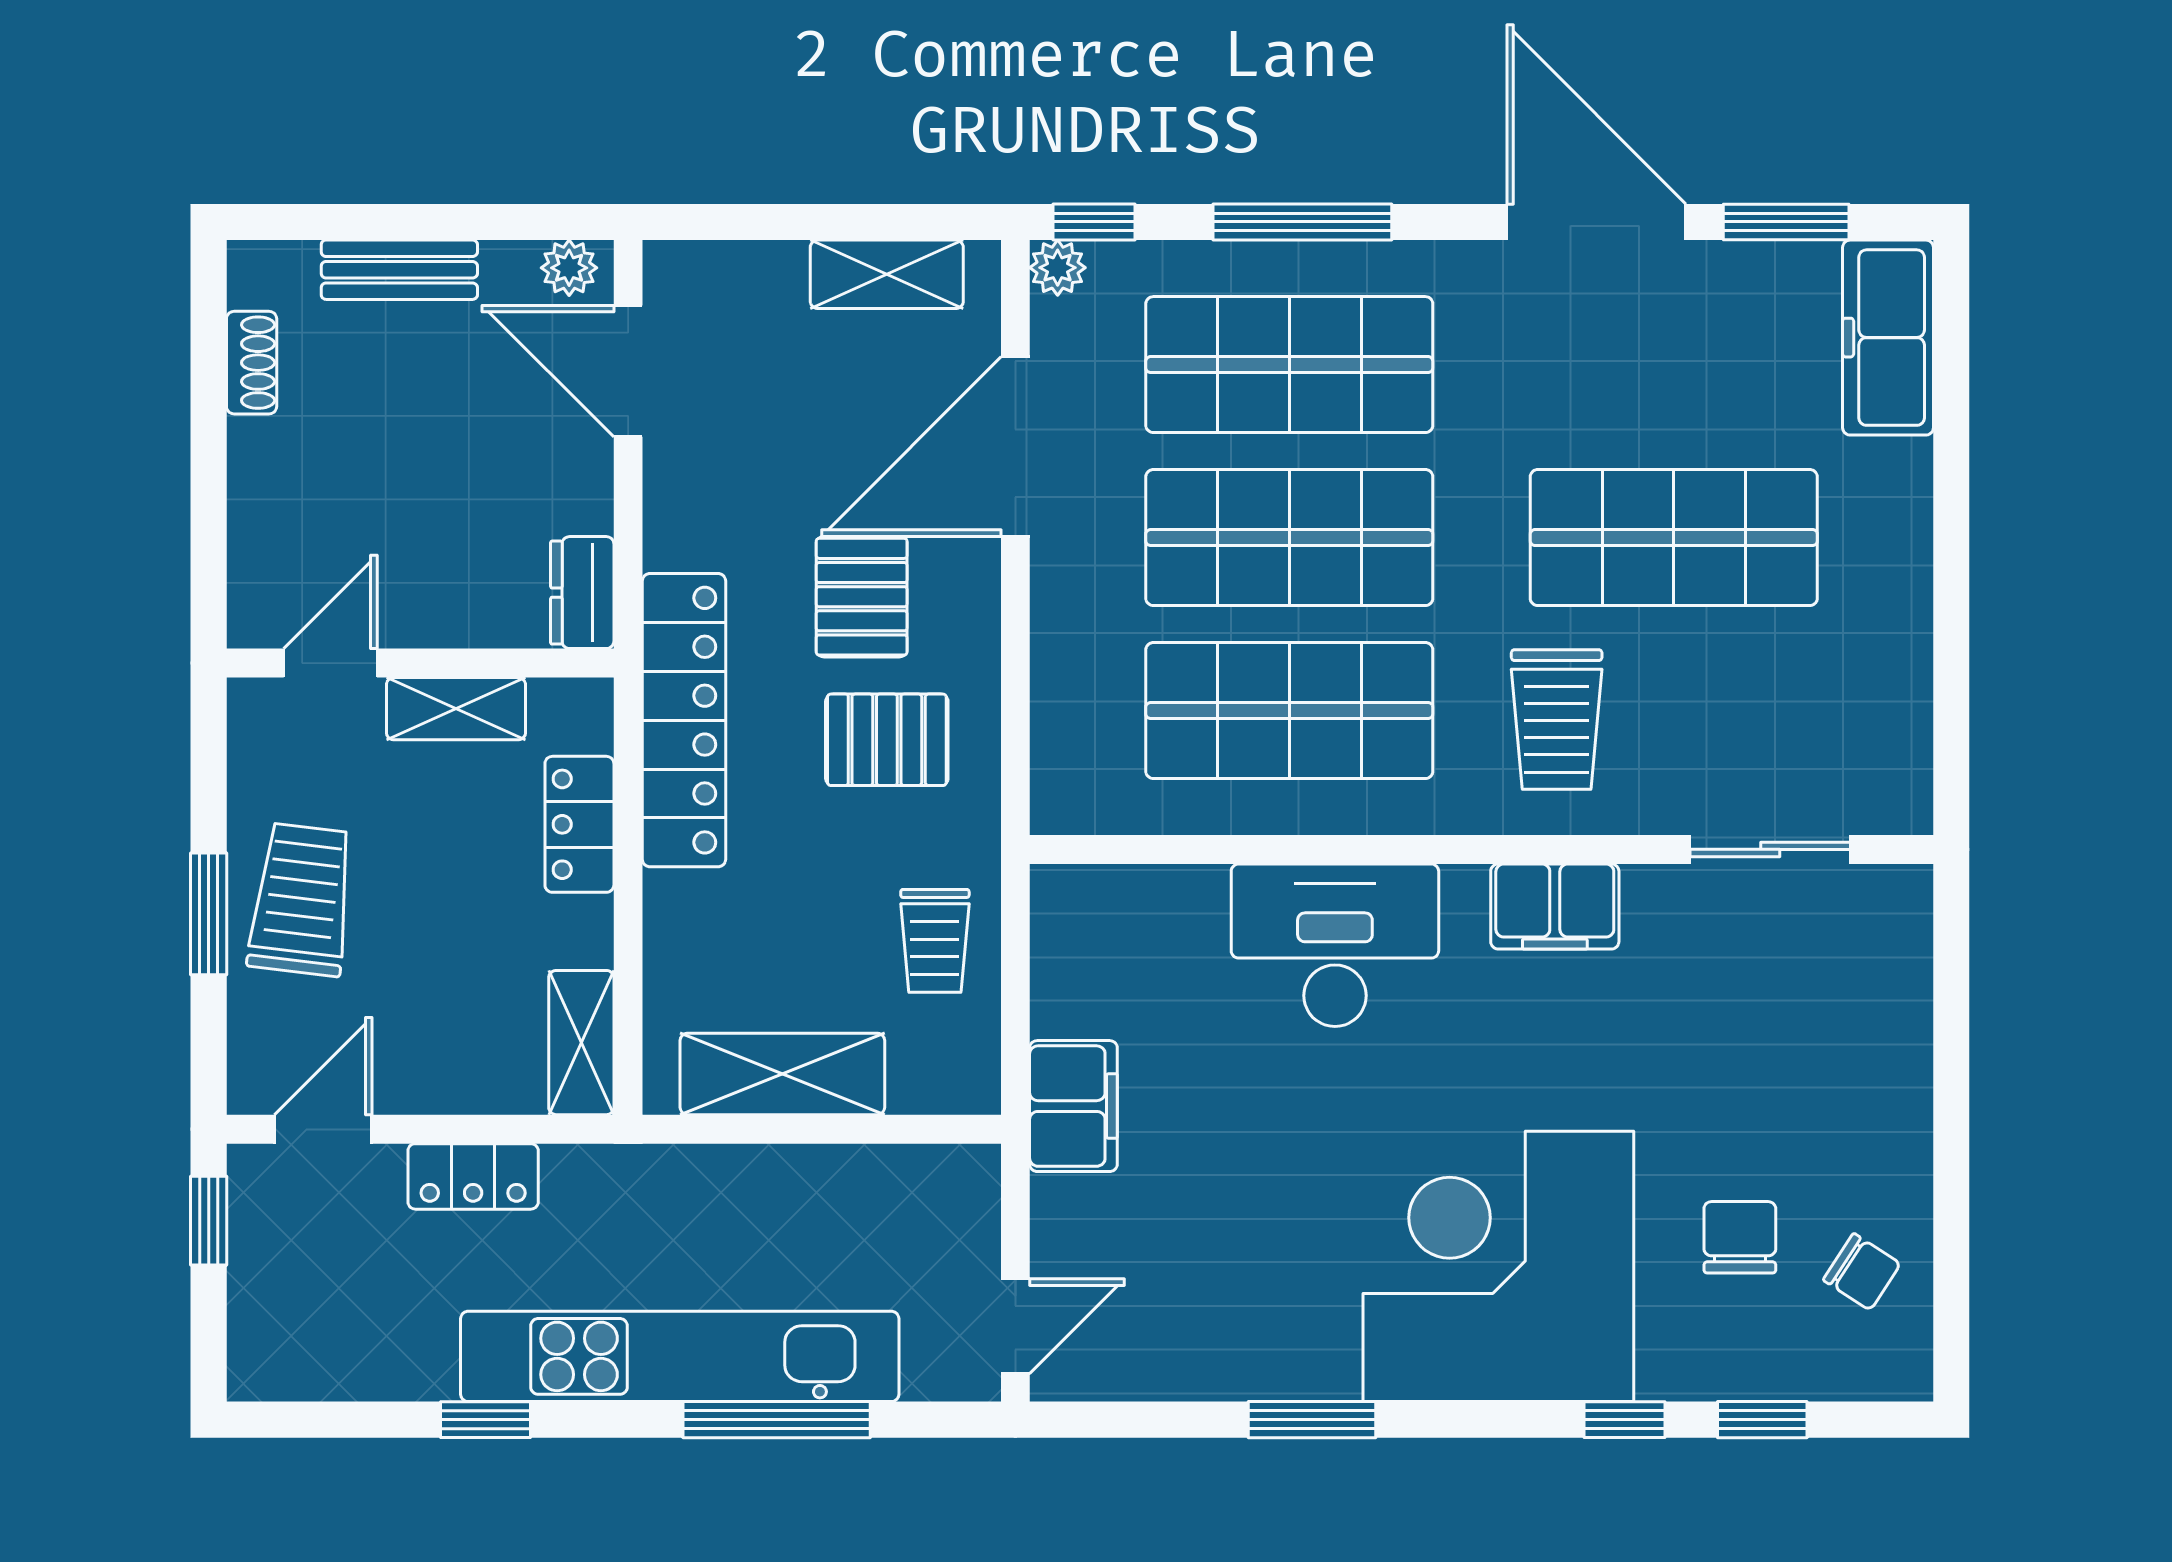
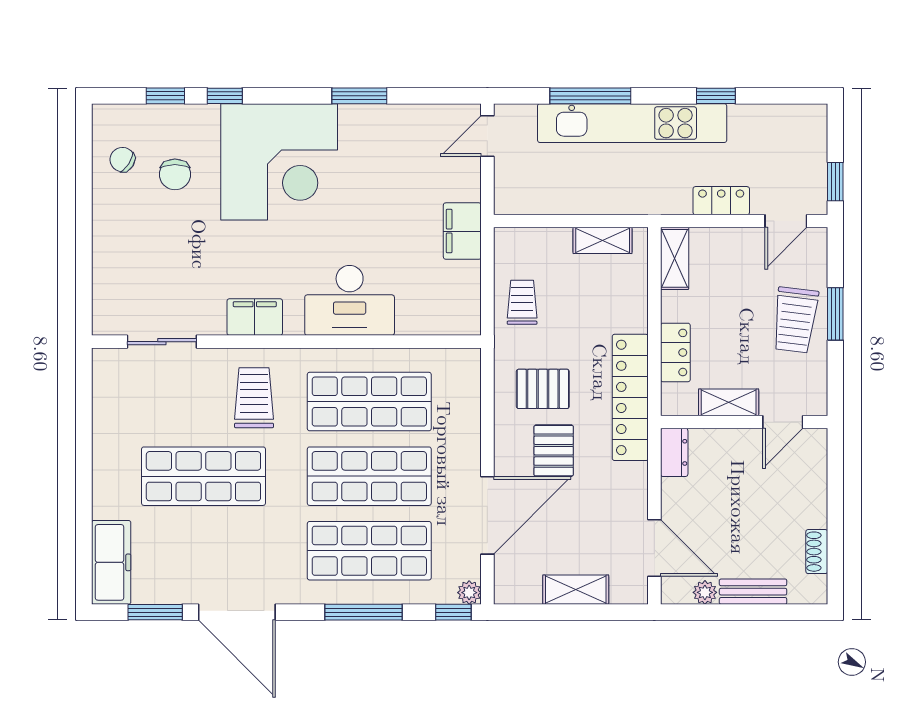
plant: (569, 268) -> (705, 592), moved
shelving: (887, 274) -> (576, 590), moved
shelving: (782, 1074) -> (603, 240), width x0.67, depth x0.75

